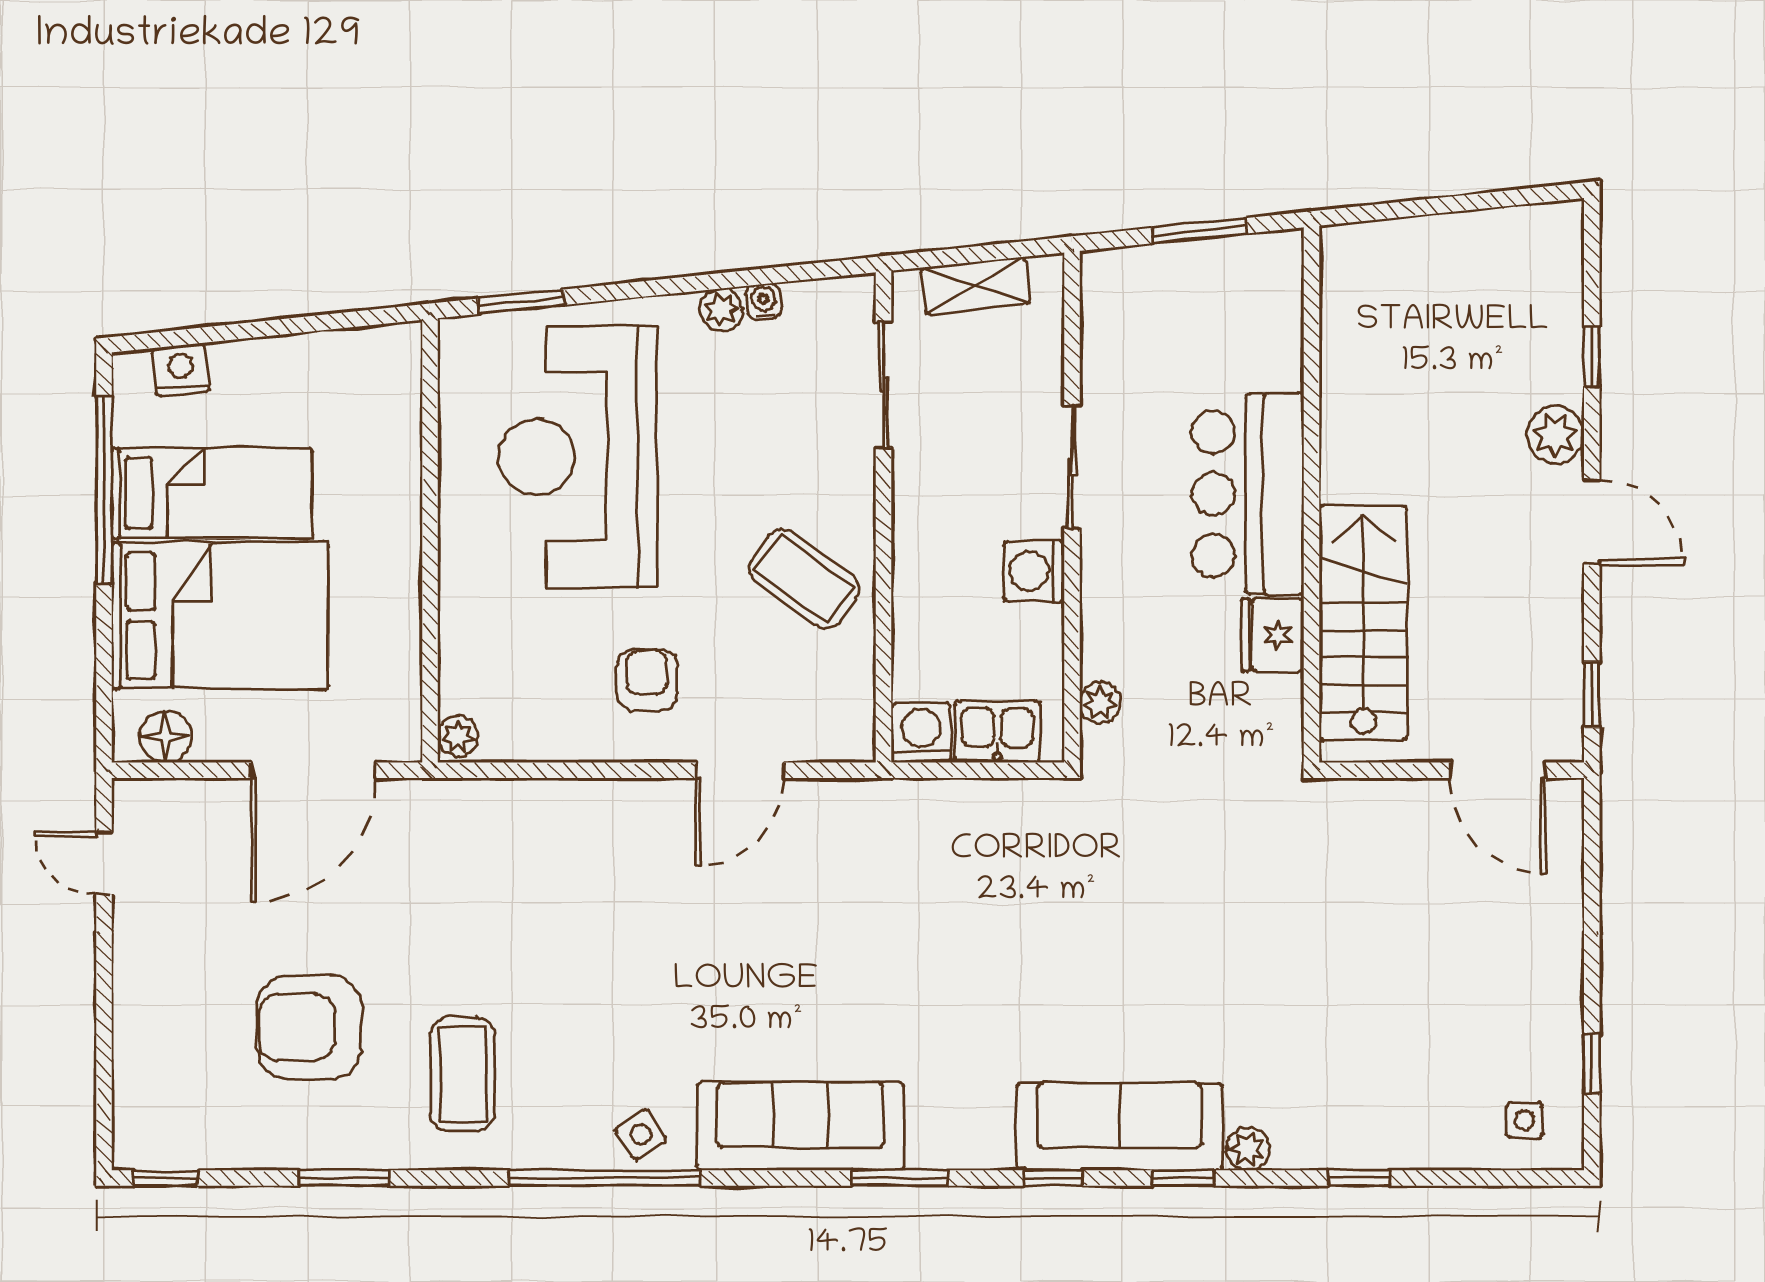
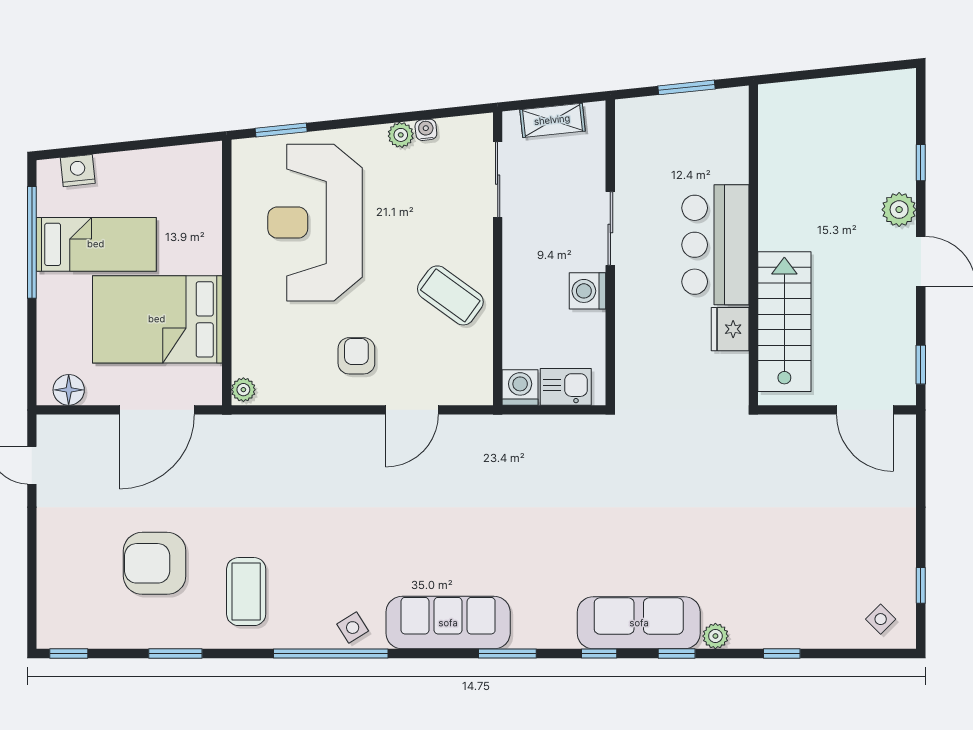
bed: (220, 616) -> (157, 319), moved, turned 180
plant: (1100, 703) -> (627, 370), removed
side table: (1524, 1120) -> (881, 619), turned 45

